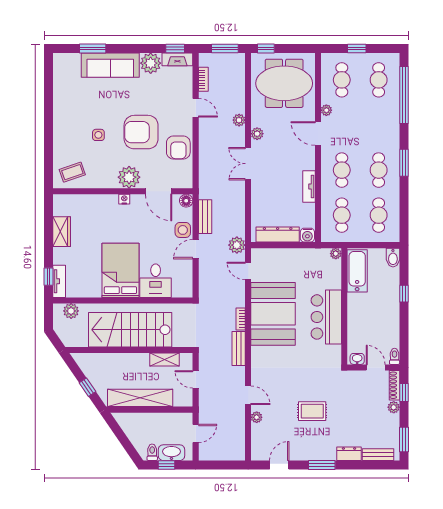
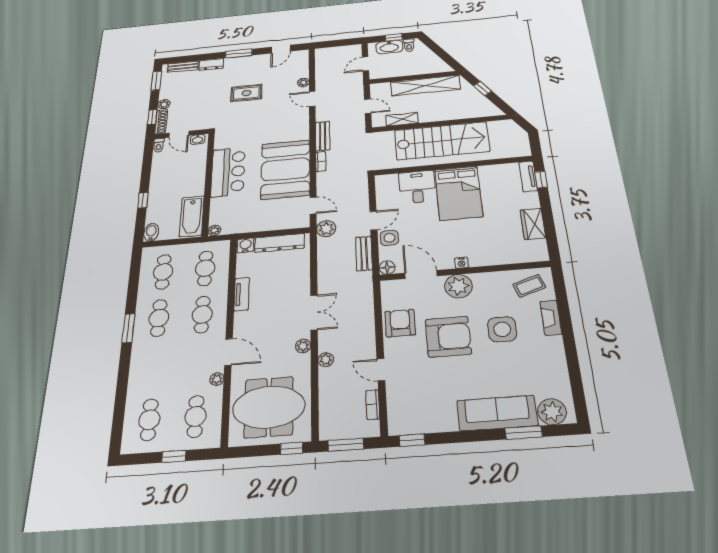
fireplace: (177, 59) -> (551, 318), moved, turned -90
plant: (151, 63) -> (552, 412), moved
window: (404, 95) -> (120, 404), removed
side table: (98, 135) -> (502, 329), width x1.87, depth x1.87
plant: (71, 311) -> (510, 151), removed

